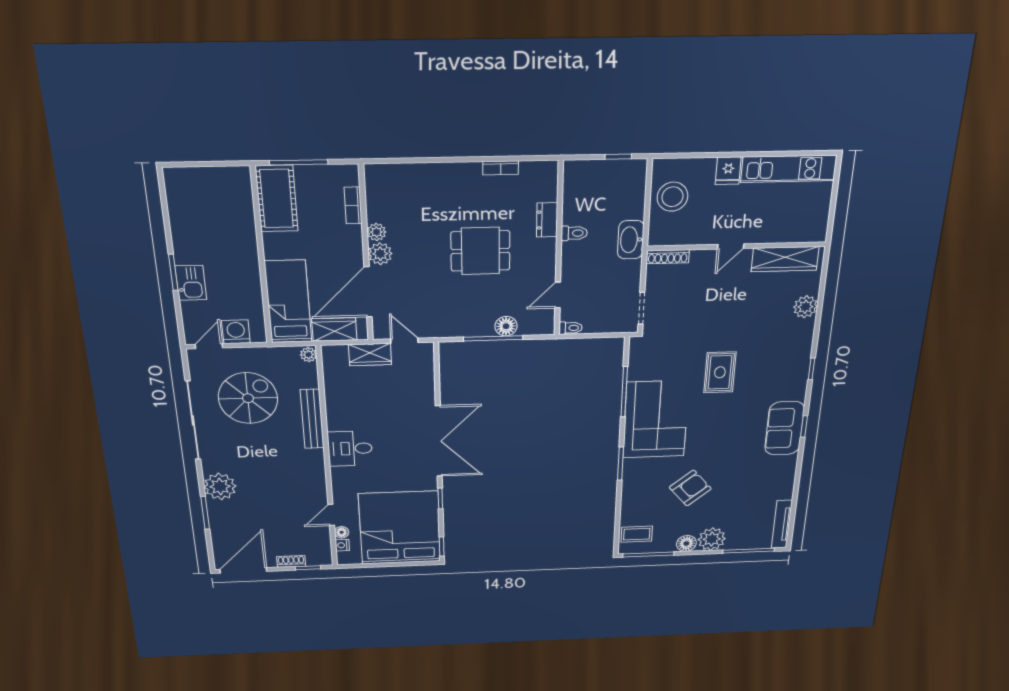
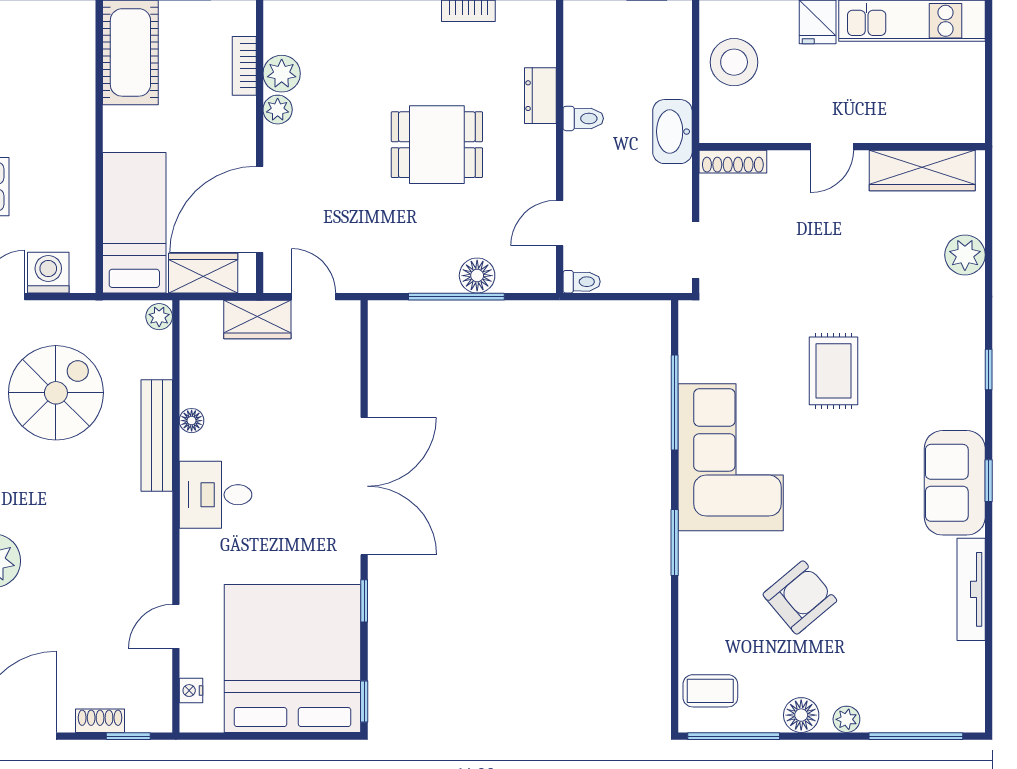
plant: (380, 254) -> (282, 74), moved
tv unit: (782, 524) -> (971, 589), moved
floor lamp: (342, 532) -> (192, 421), moved
plant: (712, 539) -> (846, 719), width x0.53, depth x0.53

